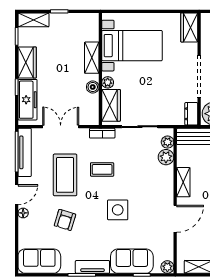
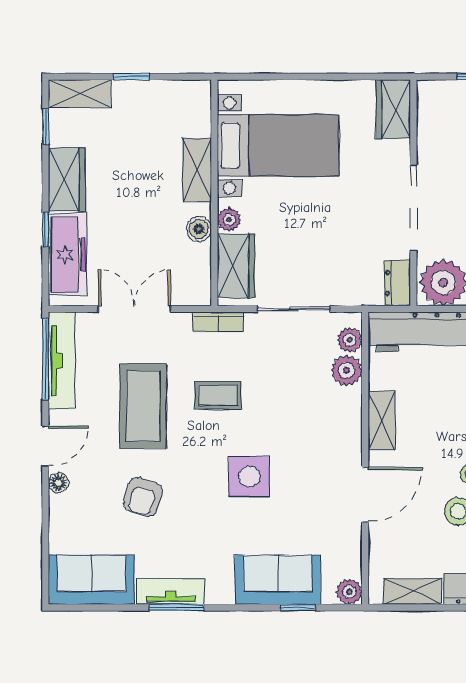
tv unit: (92, 267) -> (171, 591), moved

